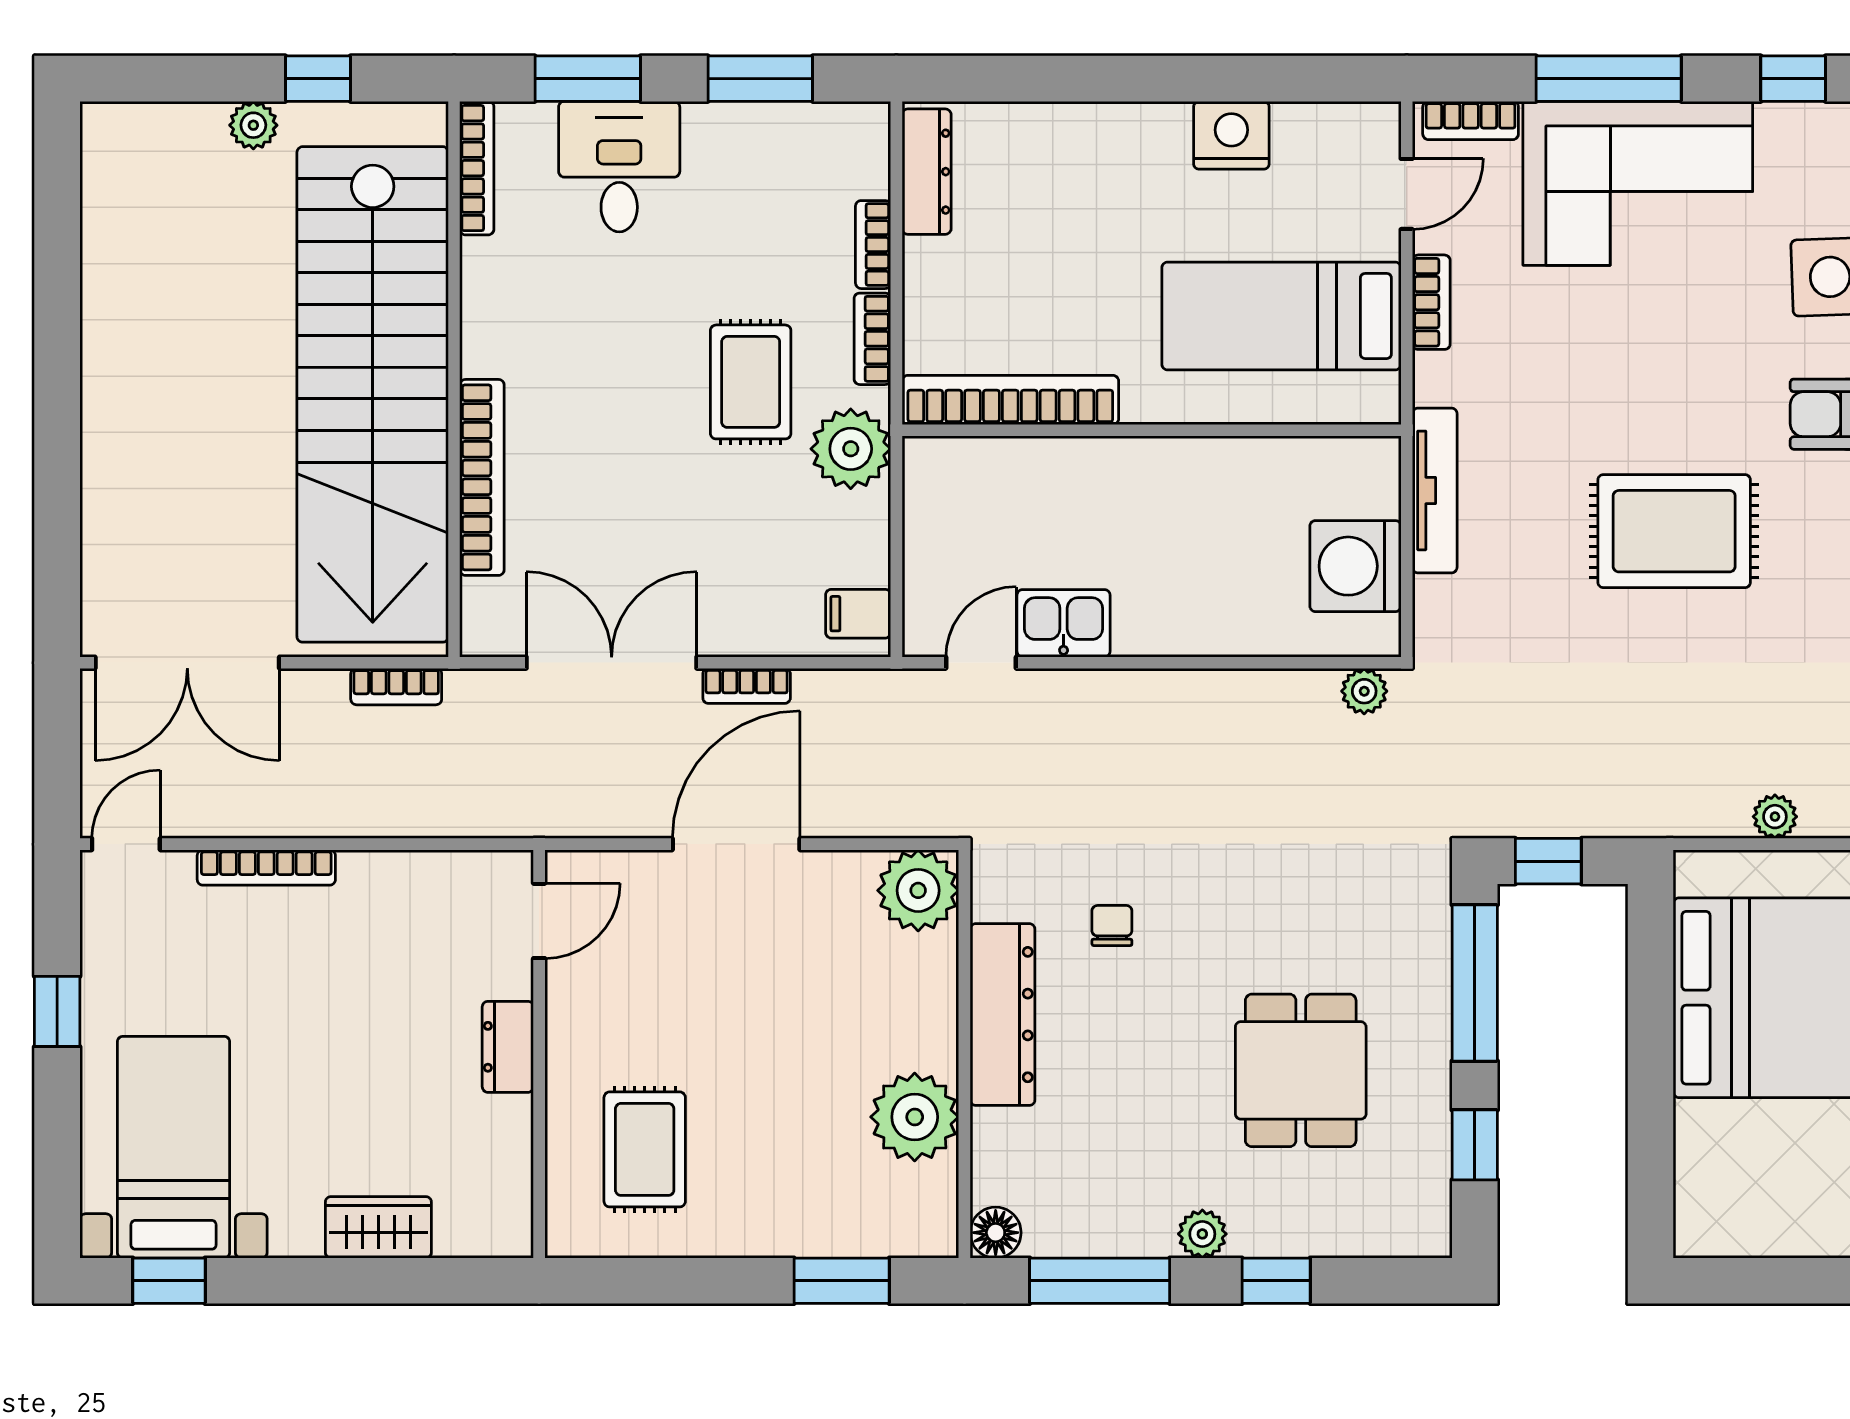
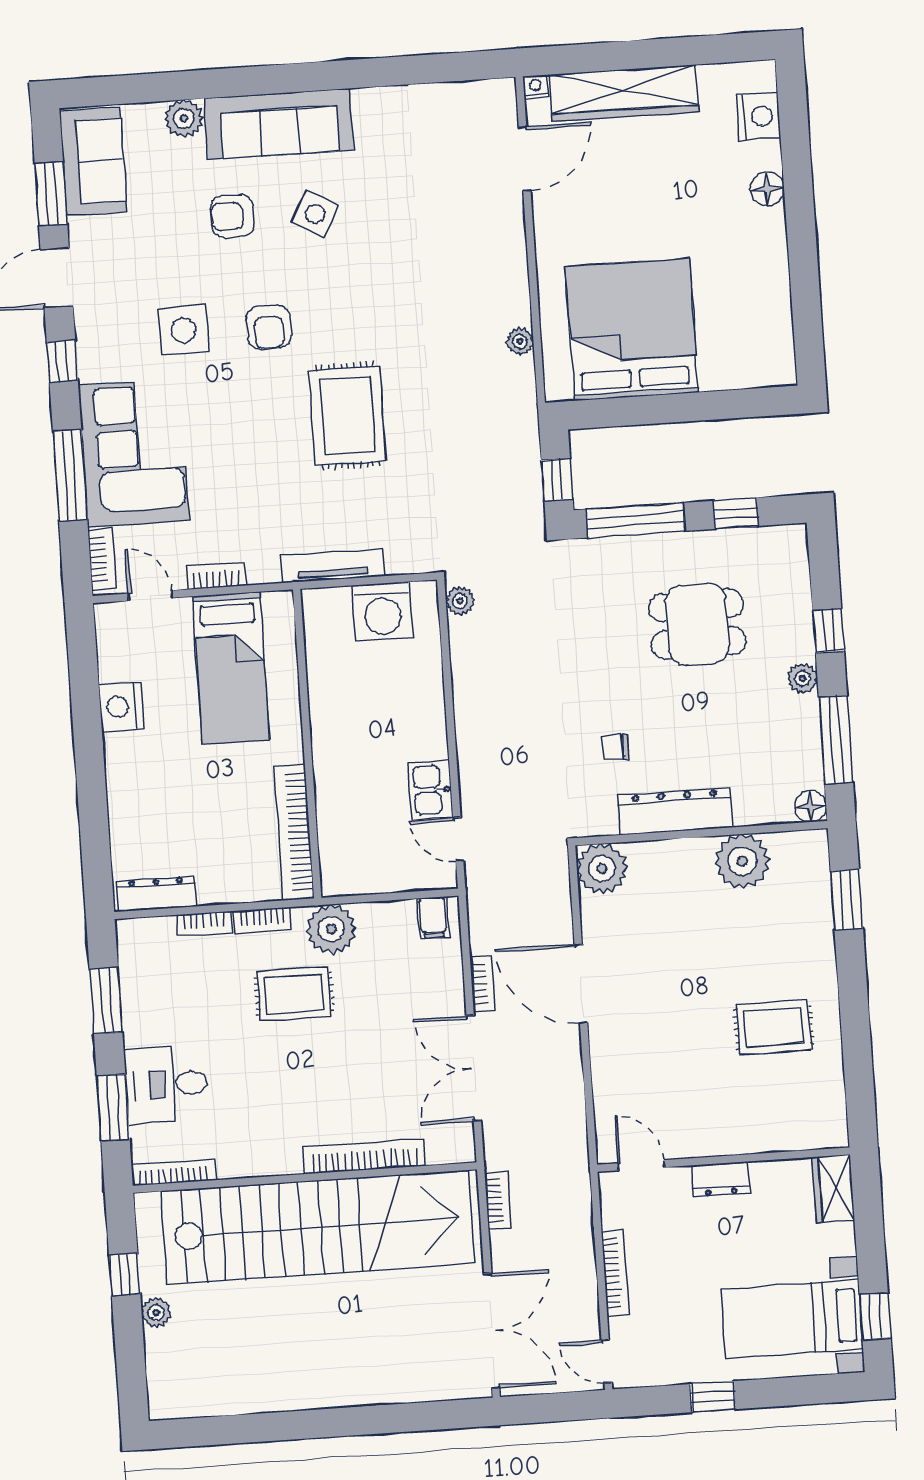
door: (539, 921) -> (641, 1165), moved
dresser: (508, 1047) -> (720, 1179), moved
wall: (539, 1054) -> (723, 1160), moved

